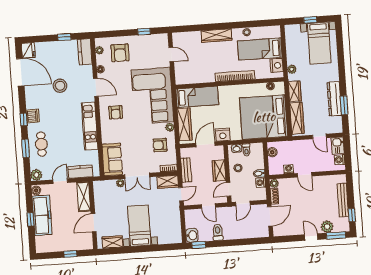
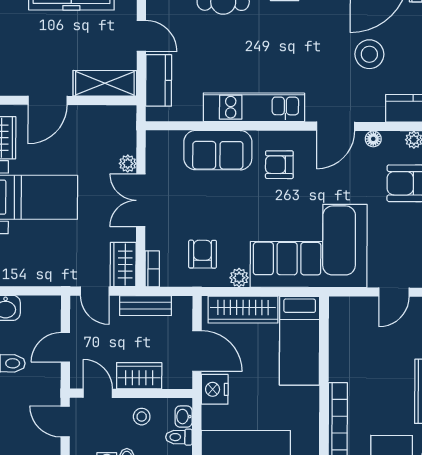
stool: (60, 86) -> (369, 54), moved
sofa: (112, 159) -> (218, 150), moved
door: (94, 223) -> (48, 100), swing flipped

